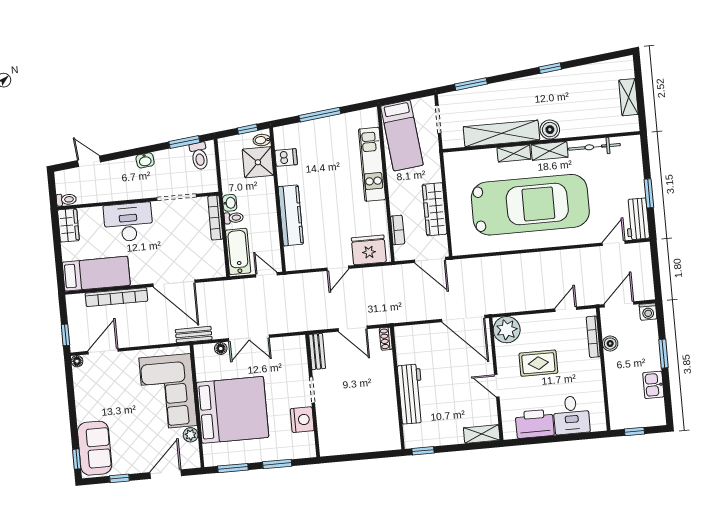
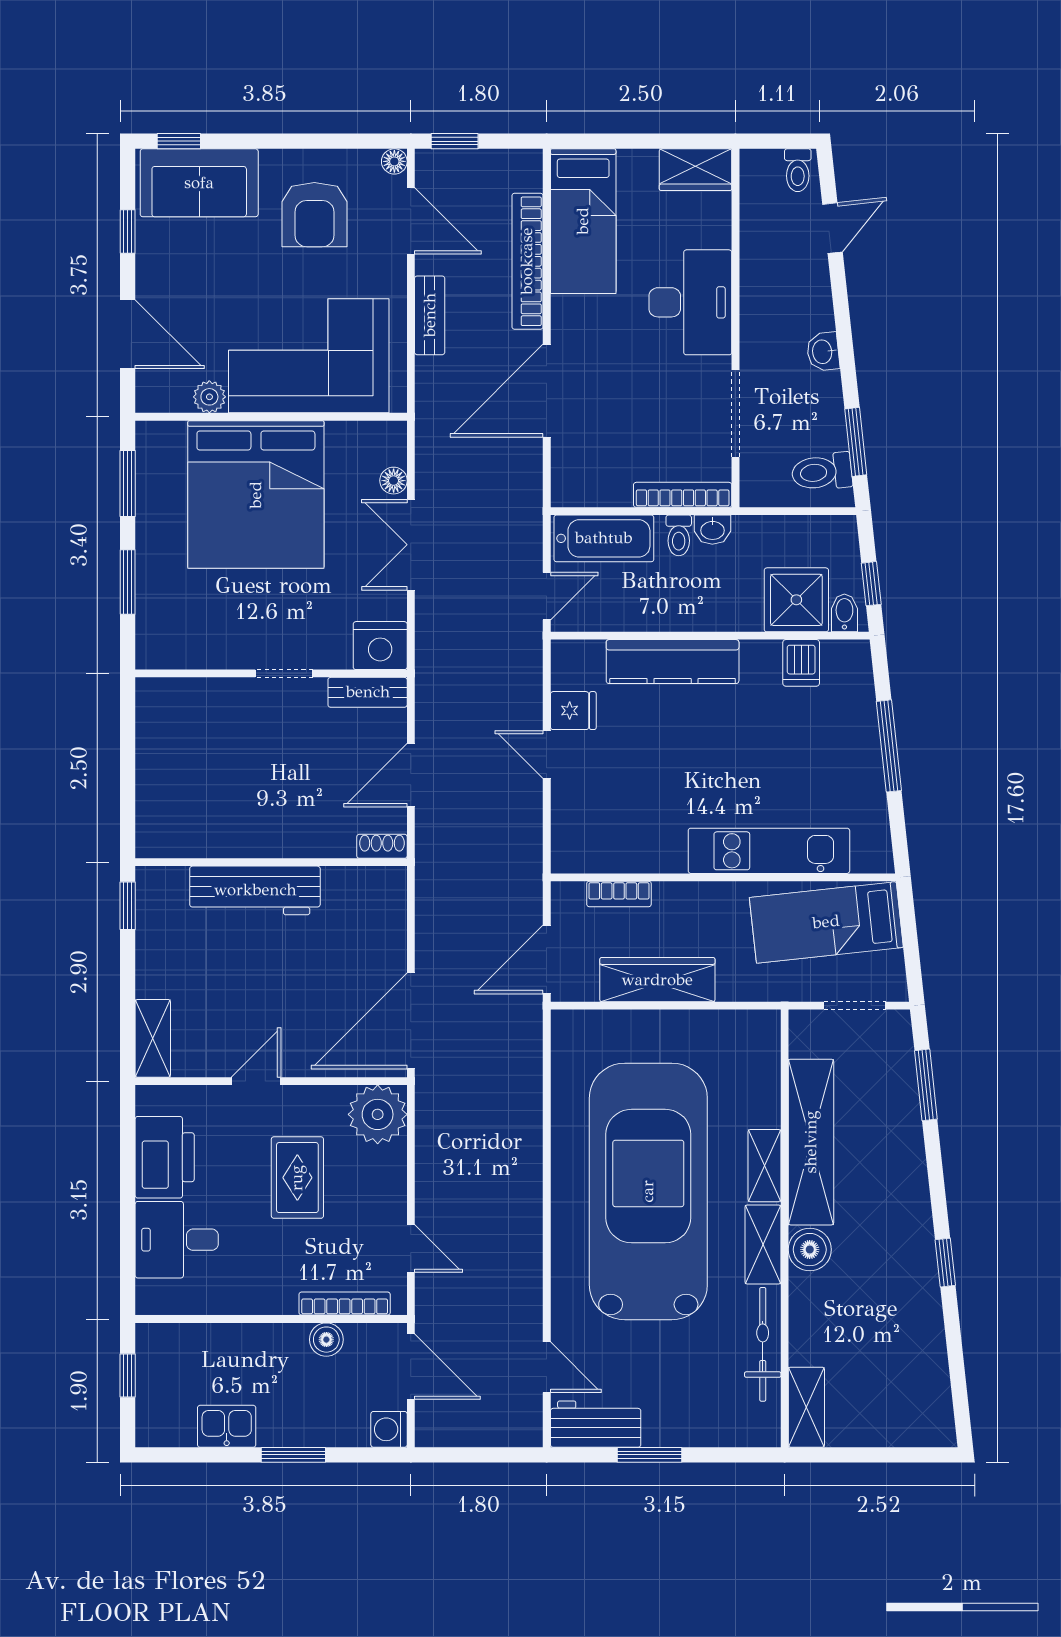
shelving: (628, 97) -> (806, 1407), moved, turned 90
toilet: (66, 200) -> (798, 170), moved
car: (530, 205) -> (648, 1191), turned 180
fridge: (369, 250) -> (573, 711), moved, width x0.53, depth x0.75
bench: (194, 335) -> (430, 315), moved
armchair: (104, 395) -> (314, 215), added
nightstand: (302, 420) -> (380, 646), moved

